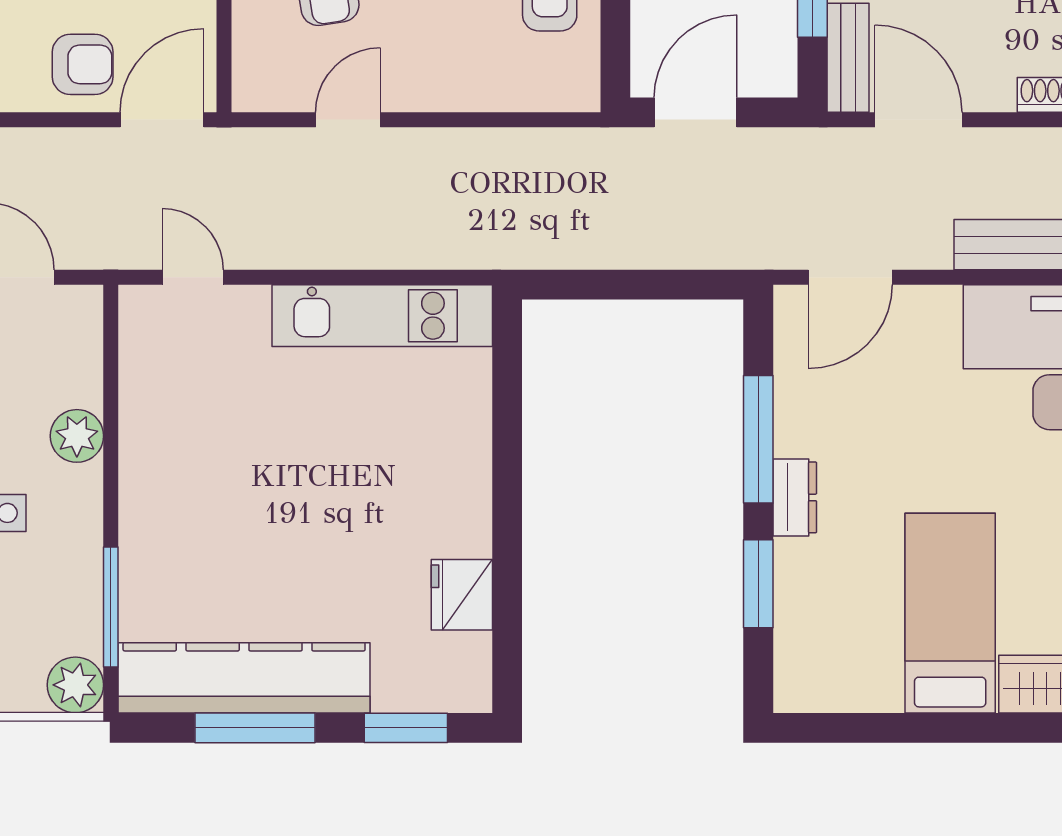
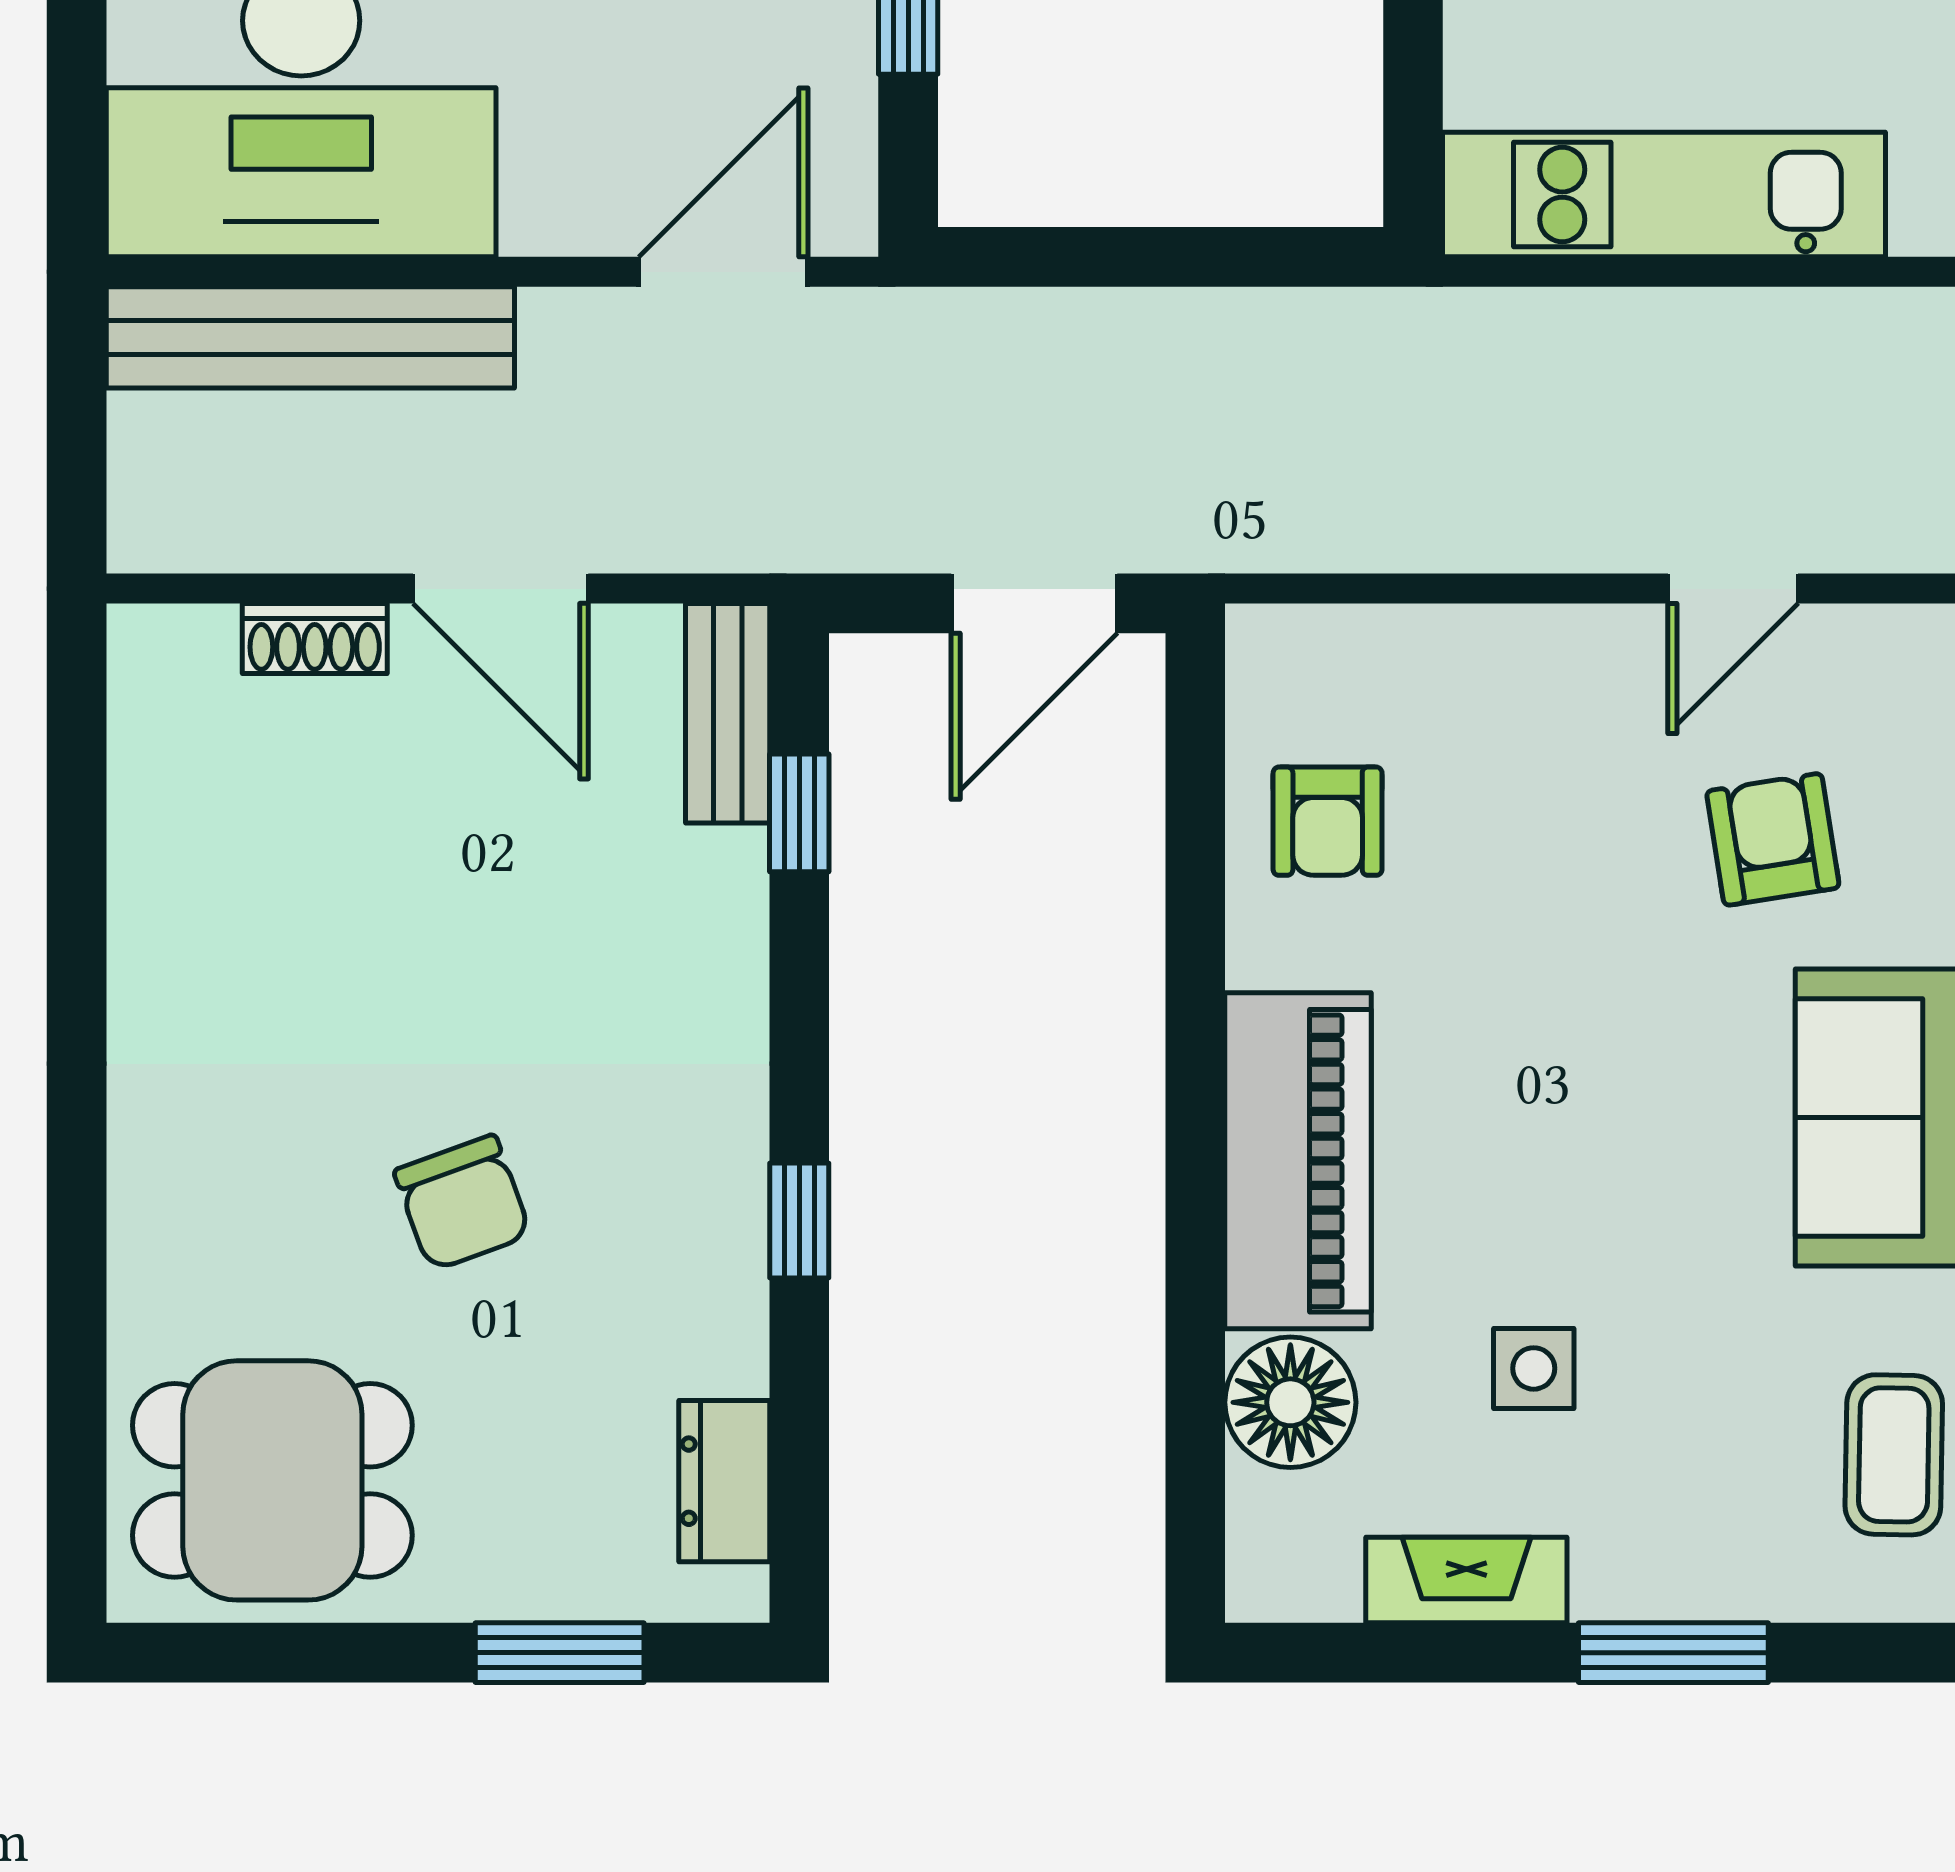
door: (918, 120) -> (501, 589), moved

